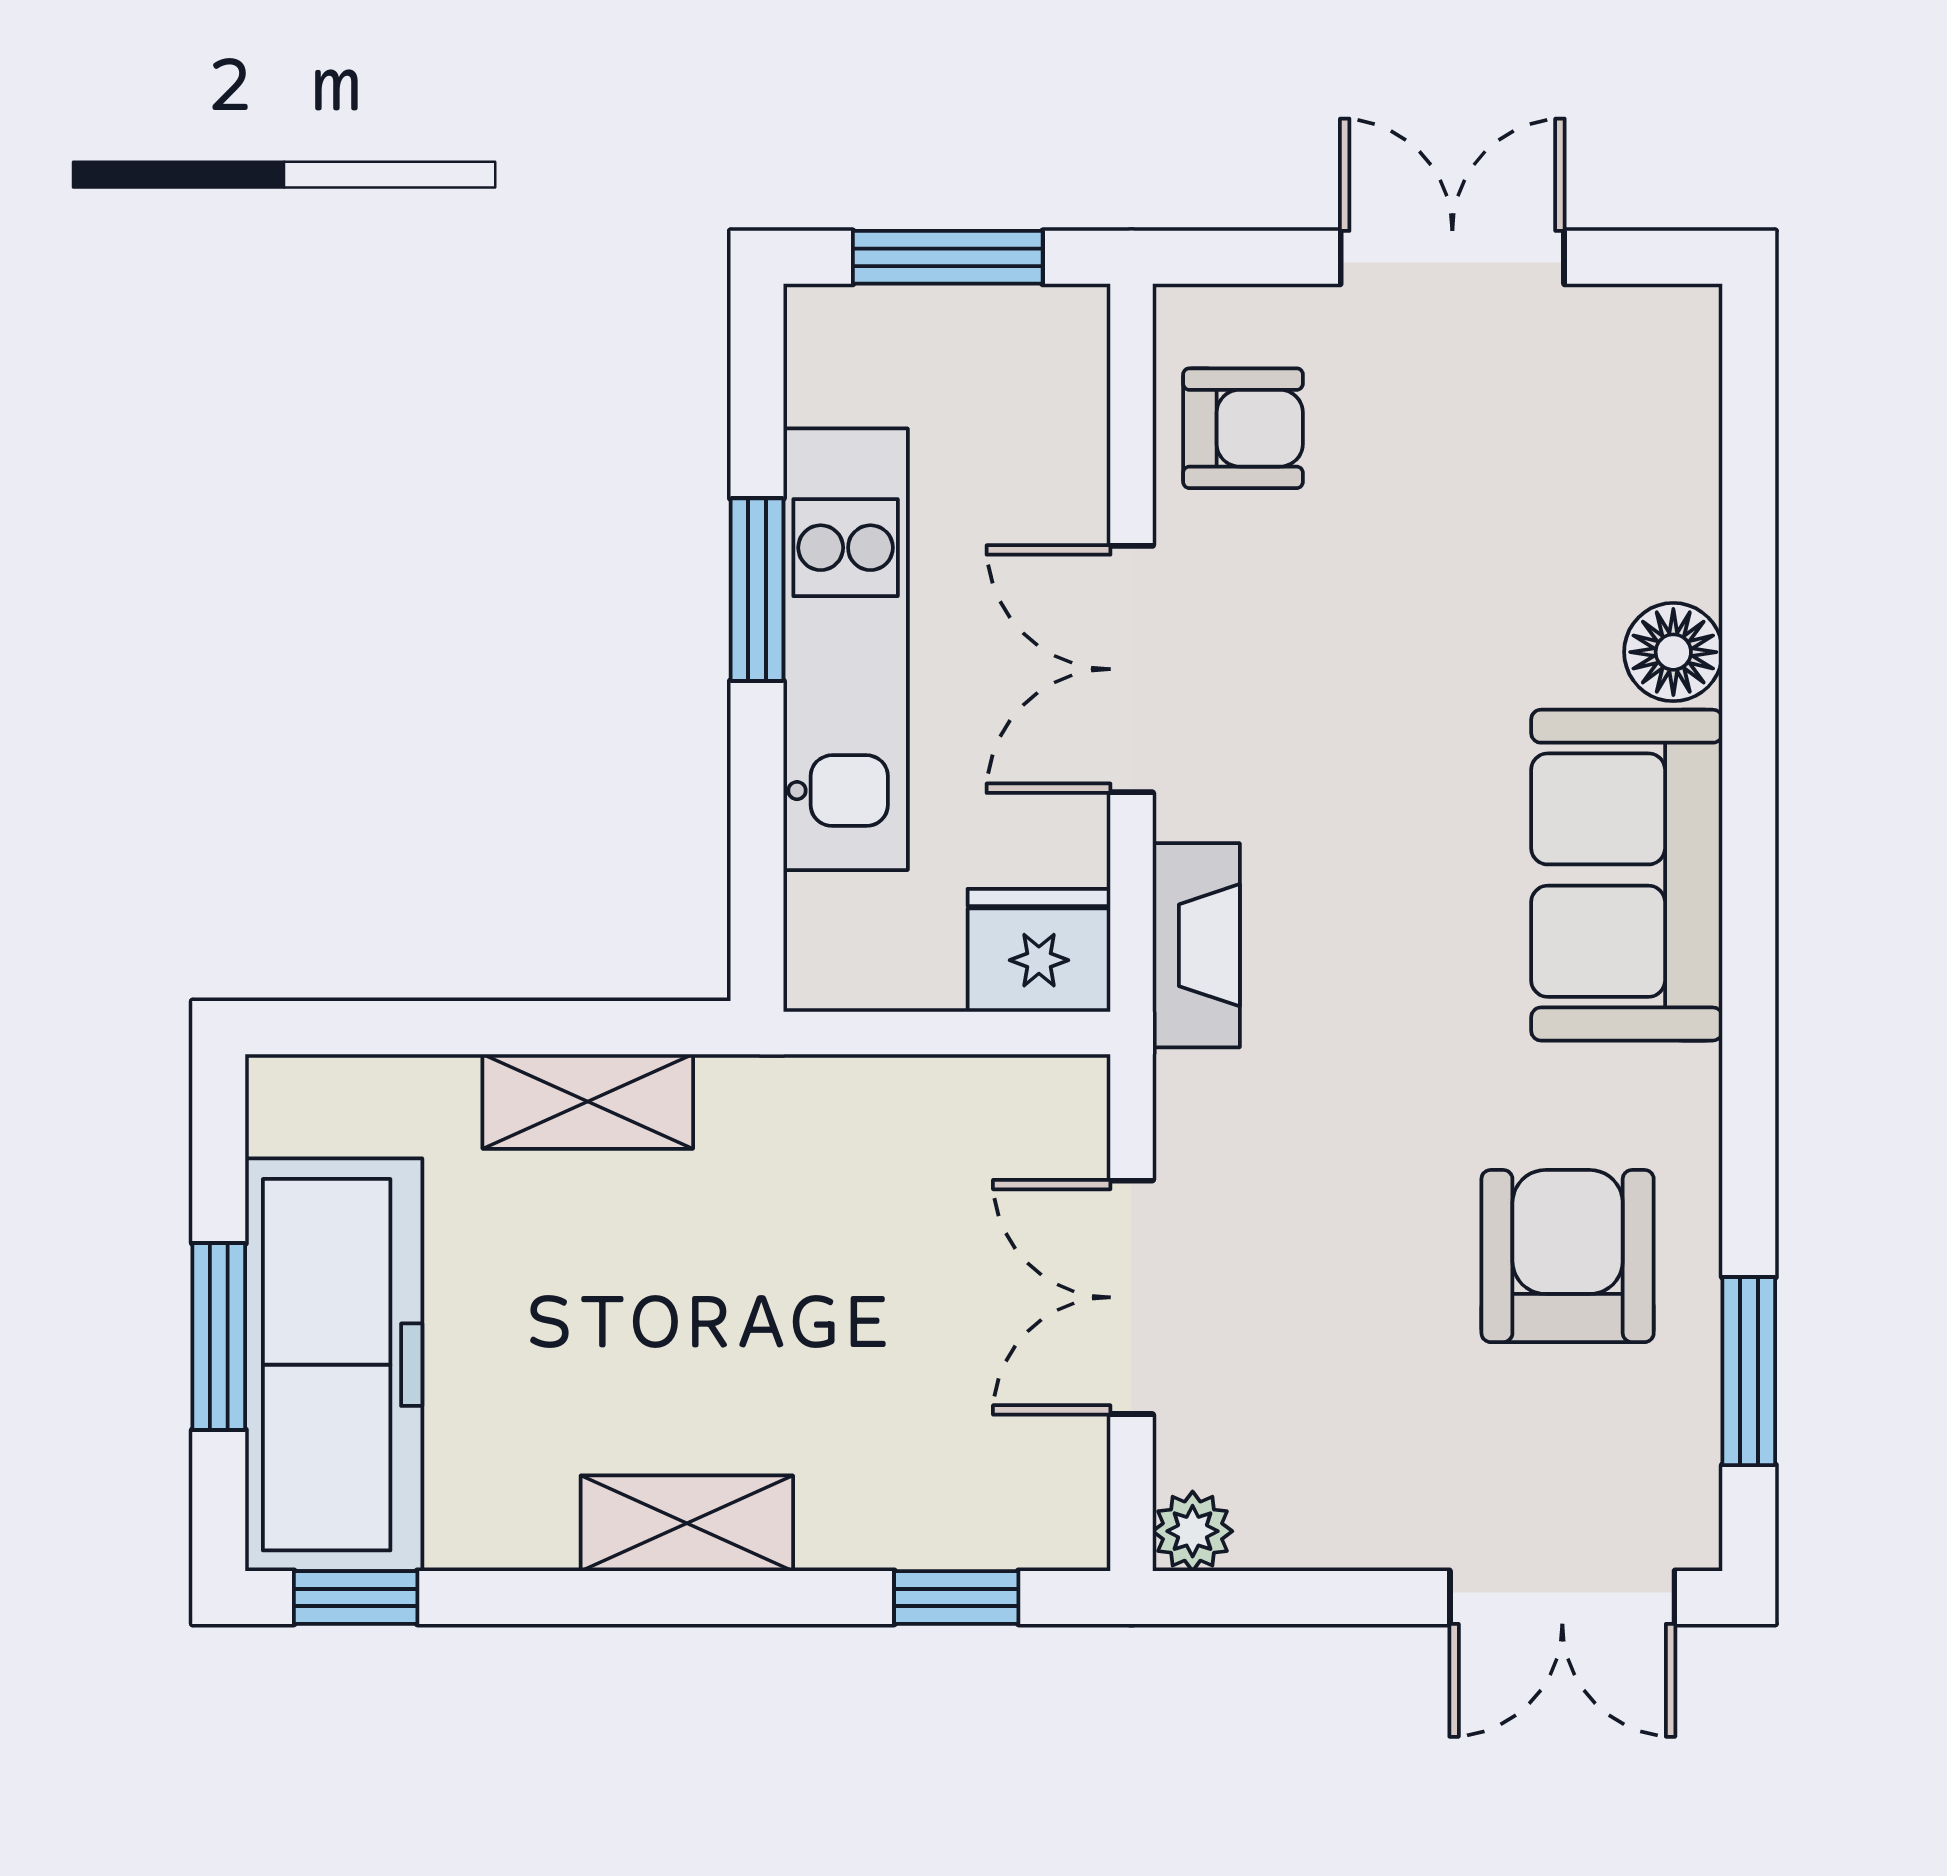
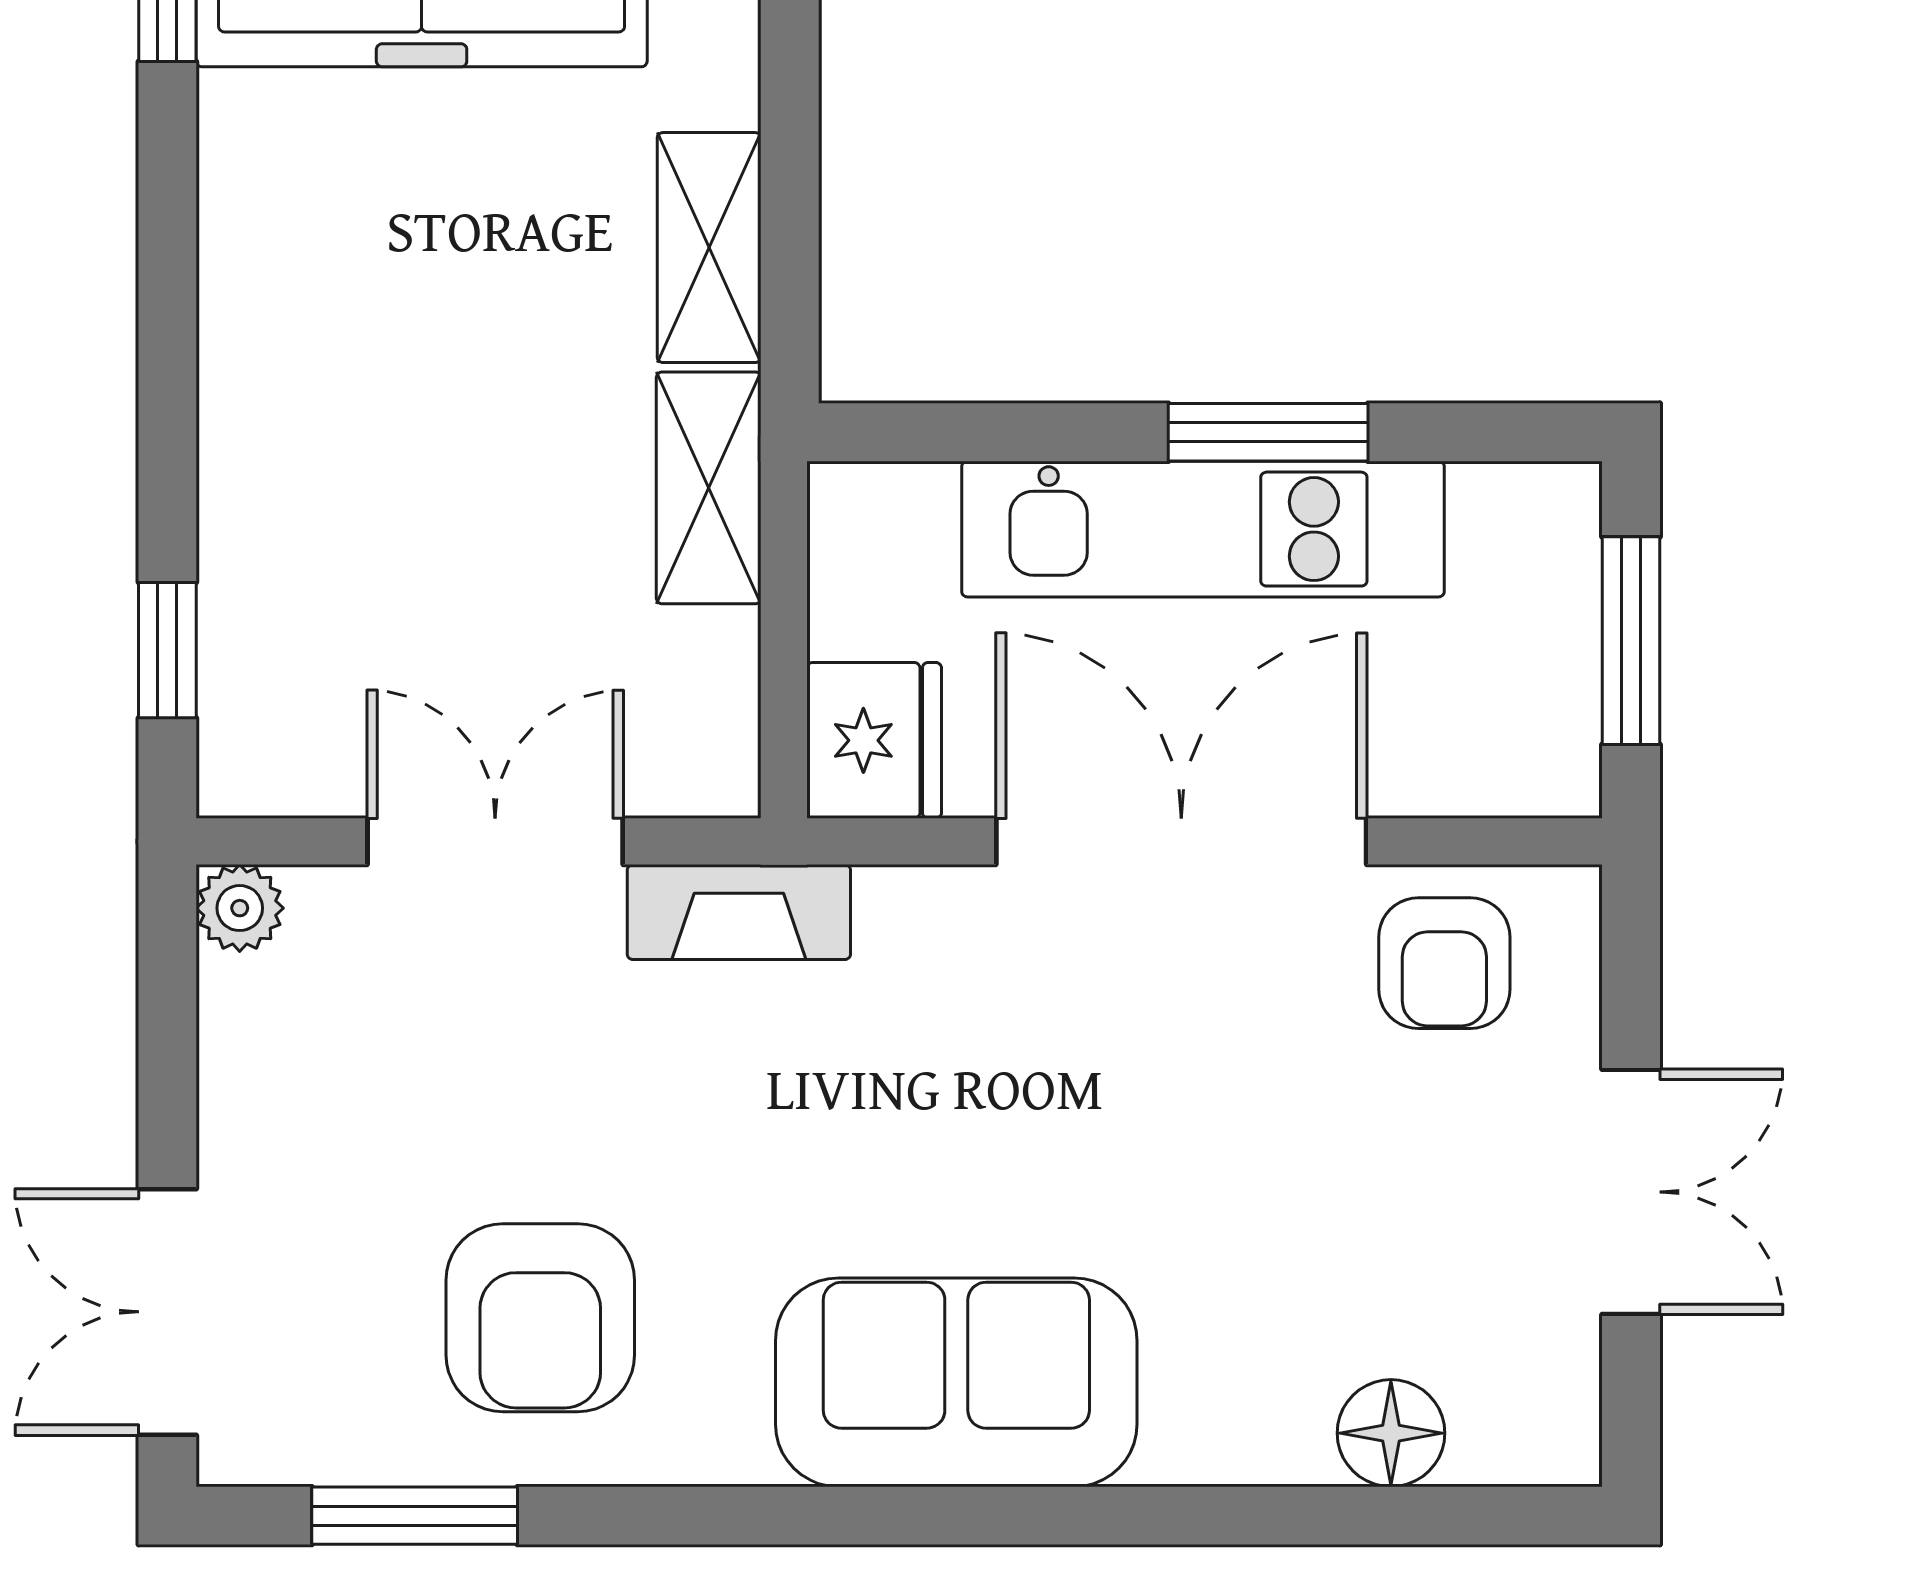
floor lamp: (1673, 652) -> (1391, 1433), moved
double door: (1132, 669) -> (1181, 841), width x1.37
fireplace: (1196, 945) -> (739, 912), moved
armchair: (1568, 1256) -> (540, 1318), turned 90
shelving: (687, 1523) -> (709, 488), moved

